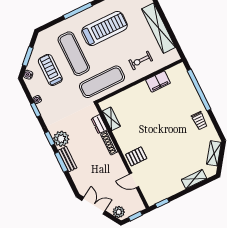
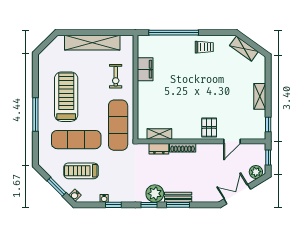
shelving: (194, 179) -> (260, 96), moved

